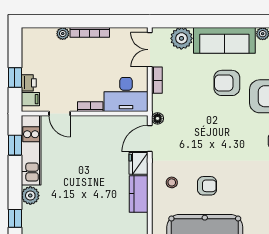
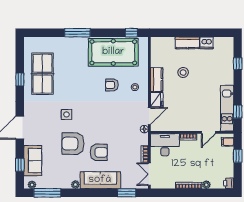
window: (184, 21) -> (127, 193), added
plant: (181, 38) -> (129, 182), removed
double door: (150, 50) -> (149, 174), swing flipped
printer: (29, 83) -> (229, 183), moved
door: (60, 113) -> (208, 132), swing flipped
plant: (30, 196) -> (228, 79), removed
stool: (98, 205) -> (183, 72), added

